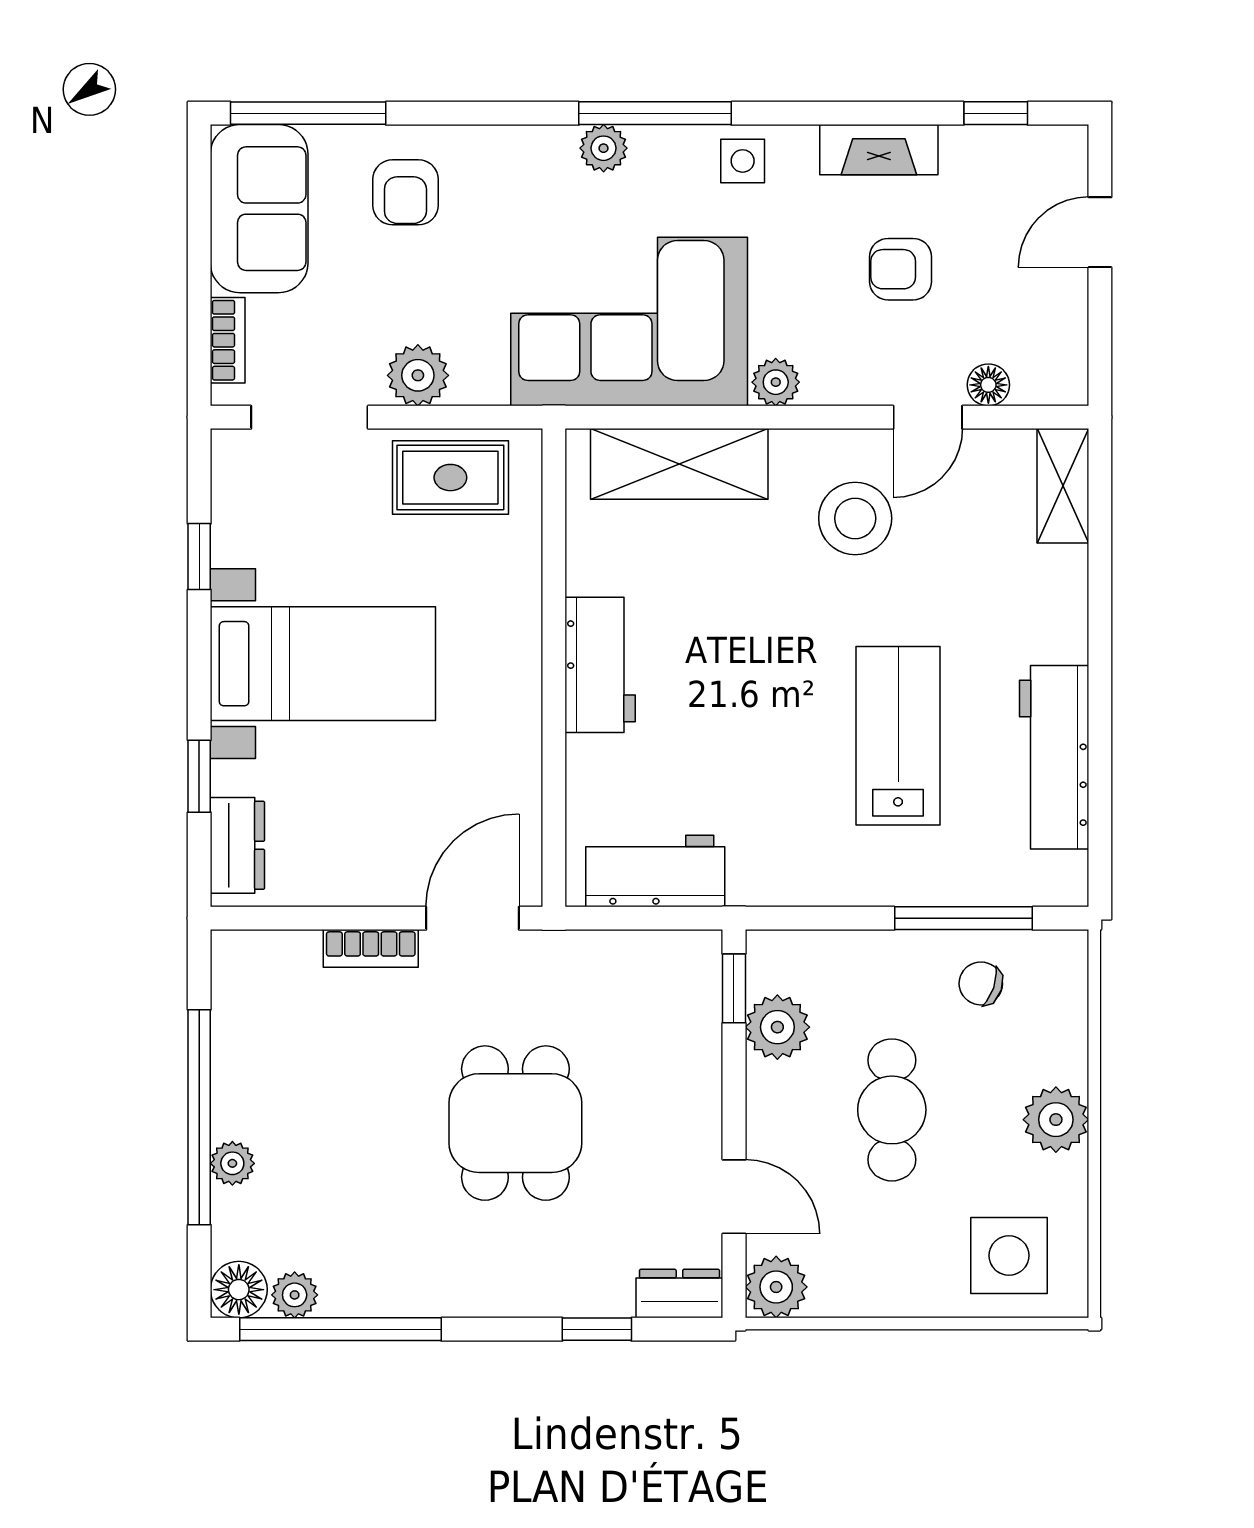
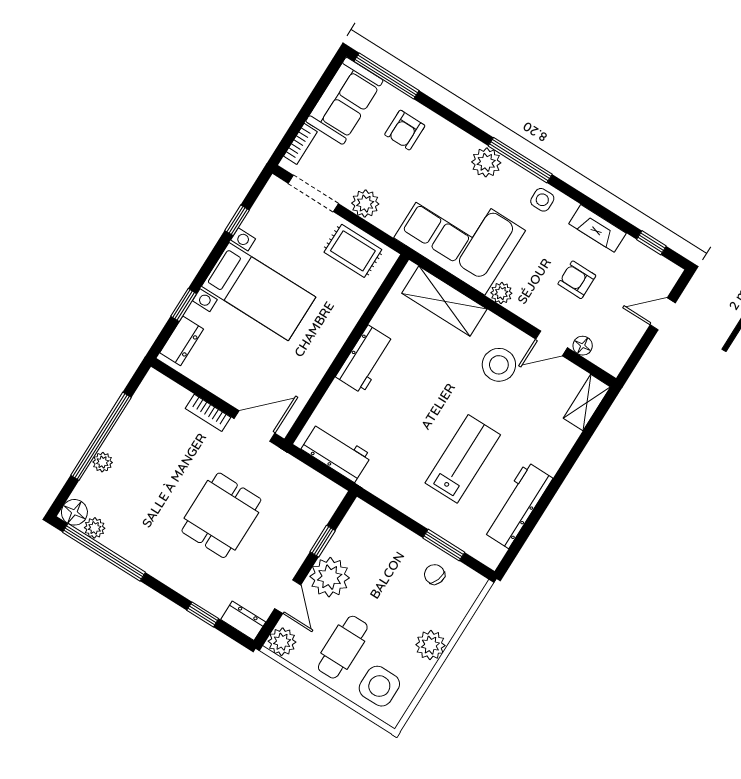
plant: (604, 148) -> (486, 162), width x1.38, depth x1.38
window: (963, 918) -> (444, 545), width x0.69
window: (734, 988) -> (323, 541), moved
plant: (777, 1027) -> (330, 577), moved, width x1.36, depth x1.36
cafe table: (892, 1110) -> (343, 647), moved

